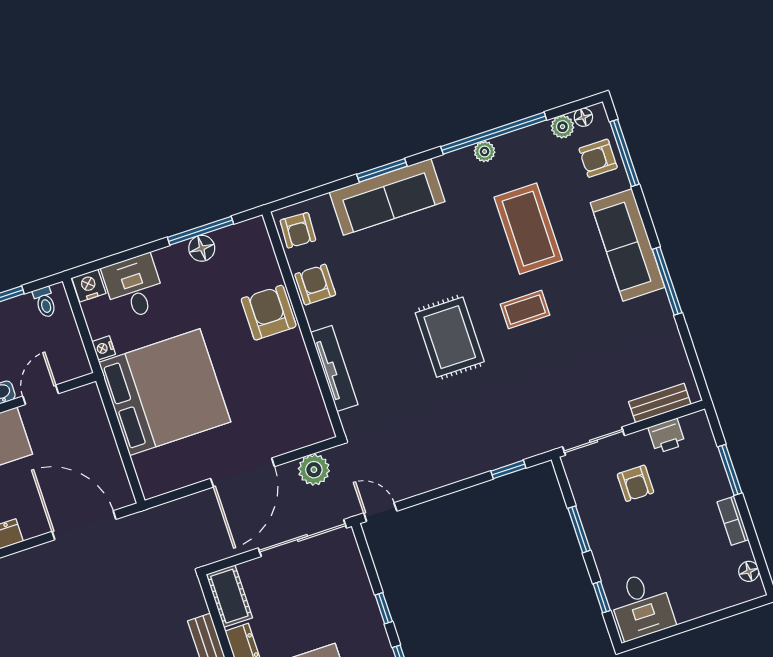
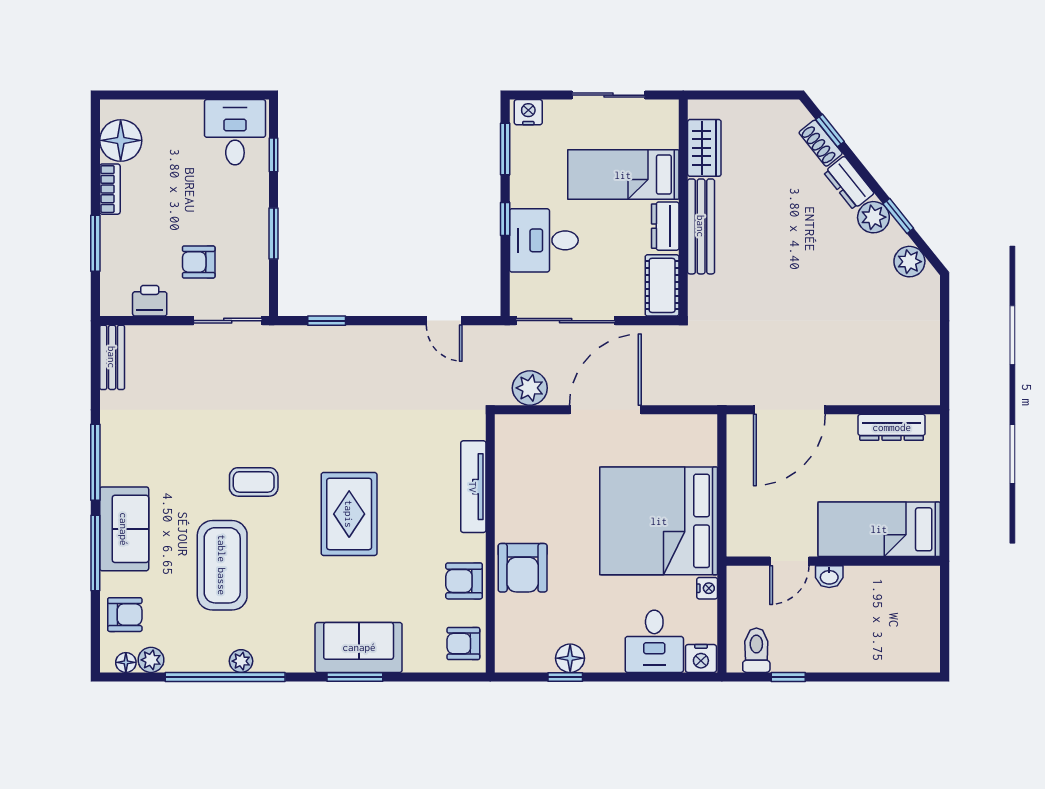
window: (625, 153) -> (95, 553), moved
sofa: (387, 197) -> (359, 647), width x0.73
armchair: (298, 230) -> (463, 644), turned -93
window: (201, 231) -> (565, 677), width x0.46
sofa: (628, 245) -> (124, 529), width x0.73
armchair: (315, 284) -> (464, 581), turned 90
toilet: (45, 302) -> (756, 650), width x1.37, depth x1.39
rug: (450, 337) -> (349, 514), moved
bench: (660, 403) -> (112, 357), moved, turned 90
armchair: (635, 483) -> (199, 262), turned -90
door: (380, 512) -> (444, 321), moved
door: (84, 525) -> (789, 410), hinge flipped
floor lamp: (749, 571) -> (121, 140), width x1.89, depth x1.89
desk: (344, 601) -> (544, 240), added

